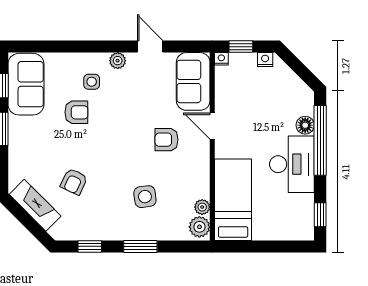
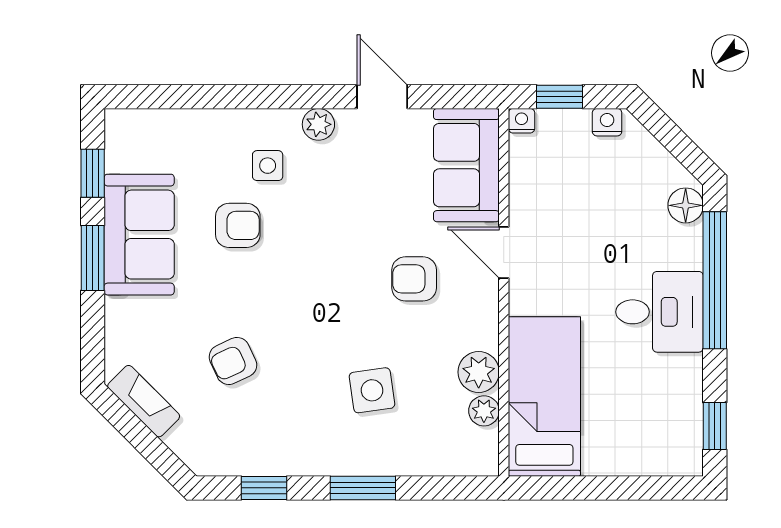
sofa: (26, 84) -> (139, 235), moved
floor lamp: (305, 125) -> (686, 205), moved
desk: (292, 164) -> (660, 312), width x0.73
armchair: (74, 182) -> (233, 361), turned 40
fireplace: (35, 205) -> (144, 401), width x0.73, depth x0.76
plant: (199, 227) -> (479, 372), moved

